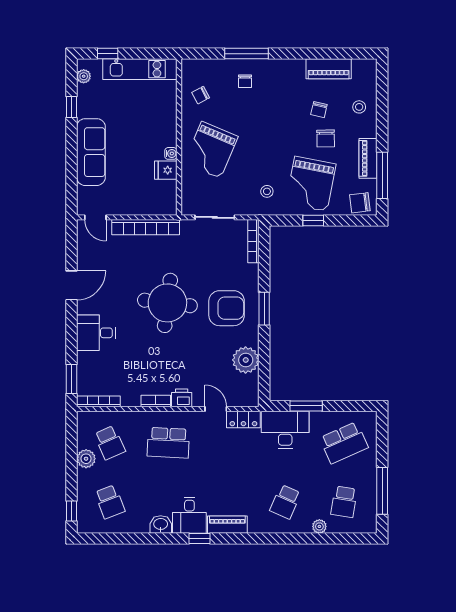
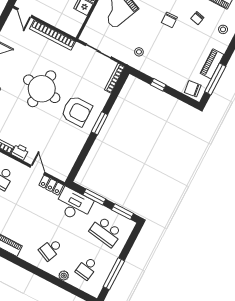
chair: (326, 138) -> (169, 20), moved
grand piano: (311, 184) -> (169, 61), removed
plant: (246, 360) -> (72, 149), removed
window: (352, 406) -> (123, 212), added
school desk: (344, 443) -> (106, 232), turned 33

